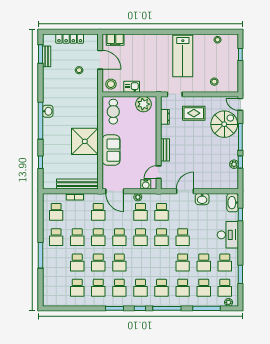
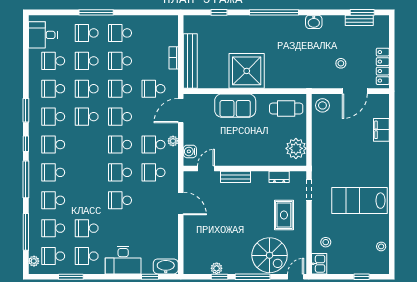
locker: (70, 39) -> (383, 66), moved
filing cabinet: (115, 40) -> (381, 130), moved
kitchen sink: (132, 87) -> (319, 264), moved
washbasin: (48, 111) -> (314, 22), moved
door: (159, 172) -> (206, 169), hinge flipped
washbasin: (202, 199) -> (171, 226), removed
school desk: (56, 212) -> (87, 33), moved
school desk: (183, 262) -> (87, 200), removed
desk: (58, 296) -> (43, 35), added

